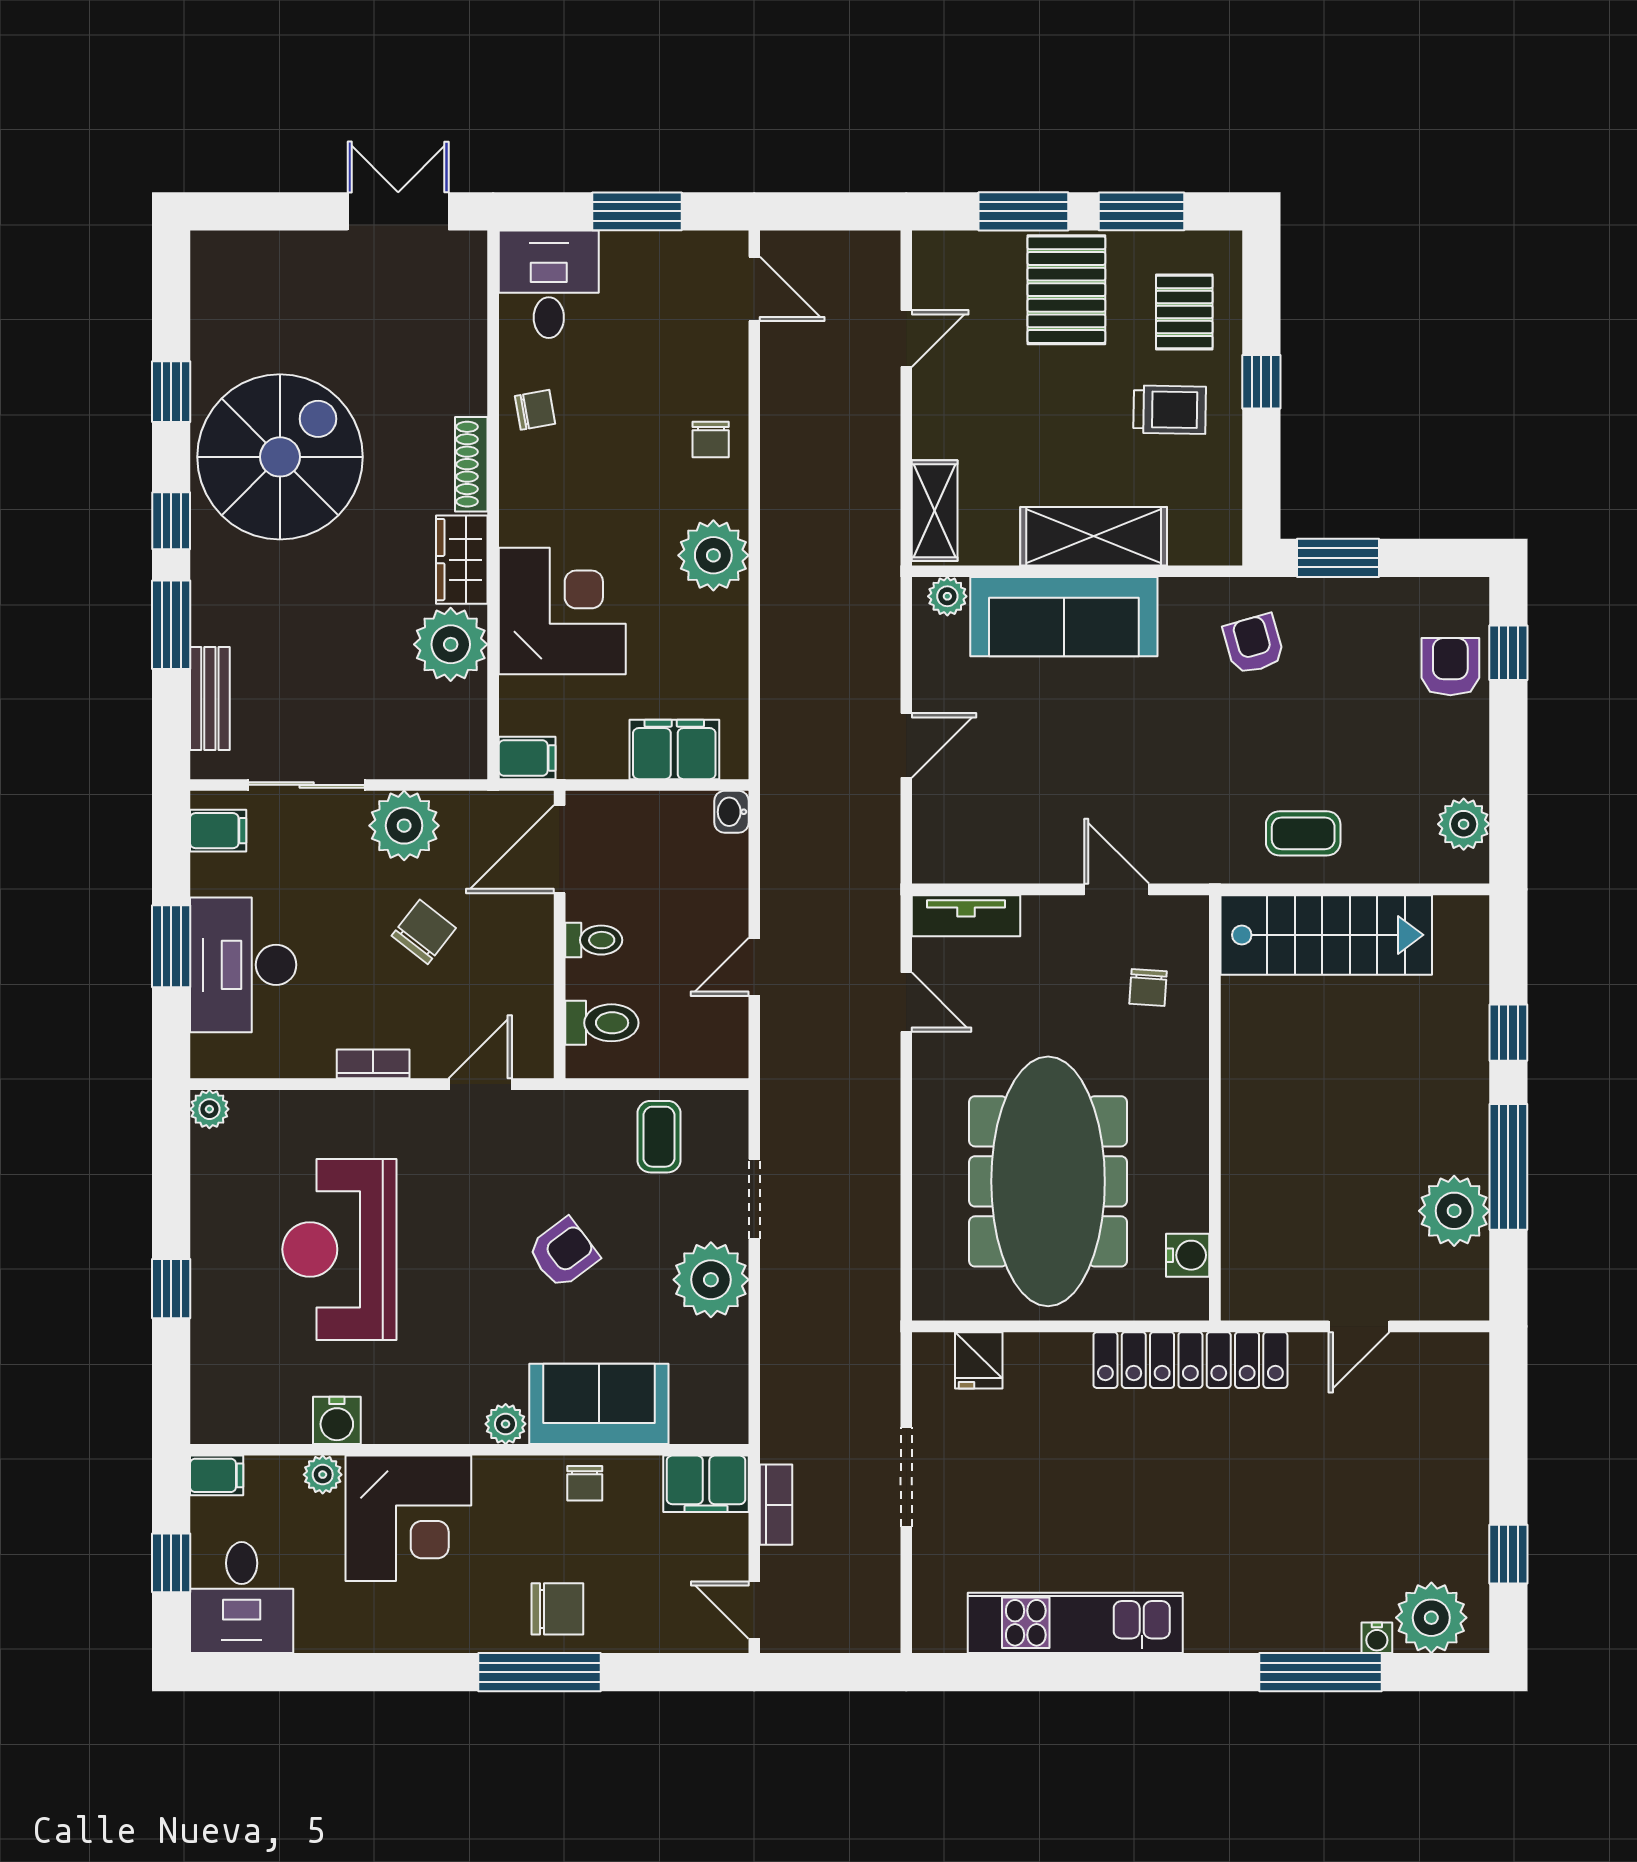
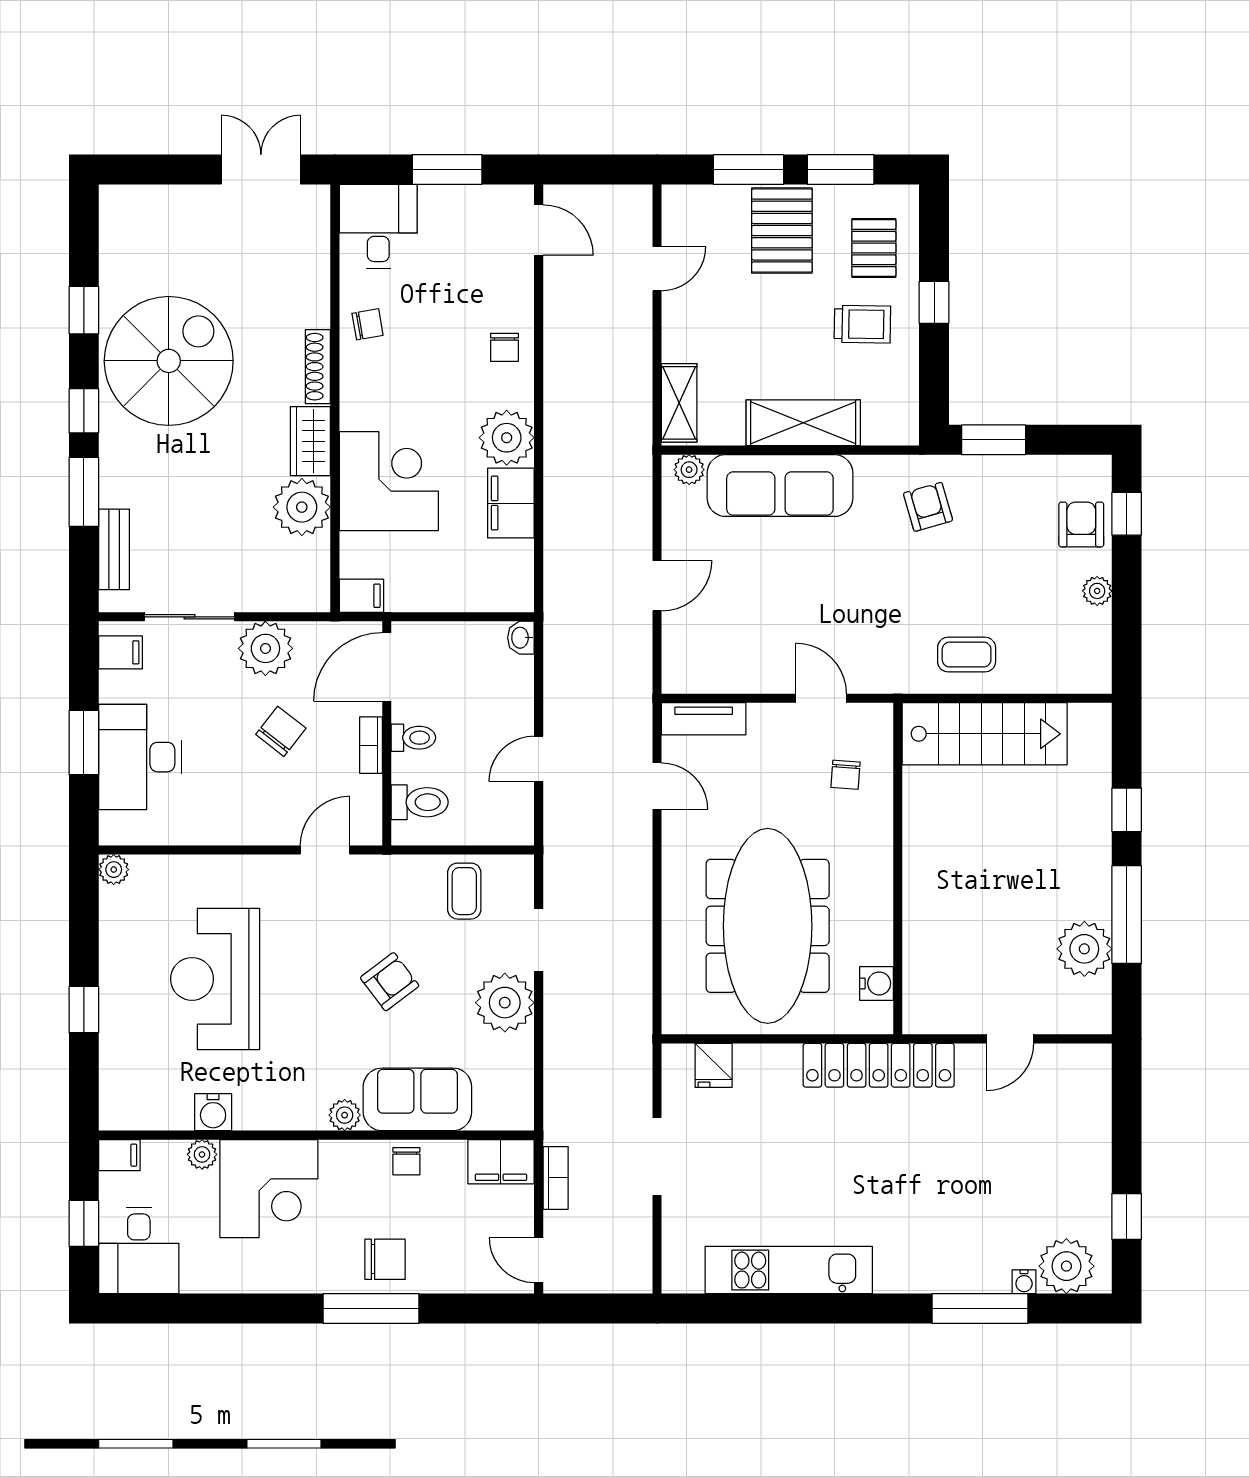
filing cabinet: (674, 749) -> (511, 503), moved, turned -90
plant: (1464, 824) -> (1097, 591), moved, width x0.73, depth x0.73
bookcase: (373, 1064) -> (371, 745), moved, turned -90

